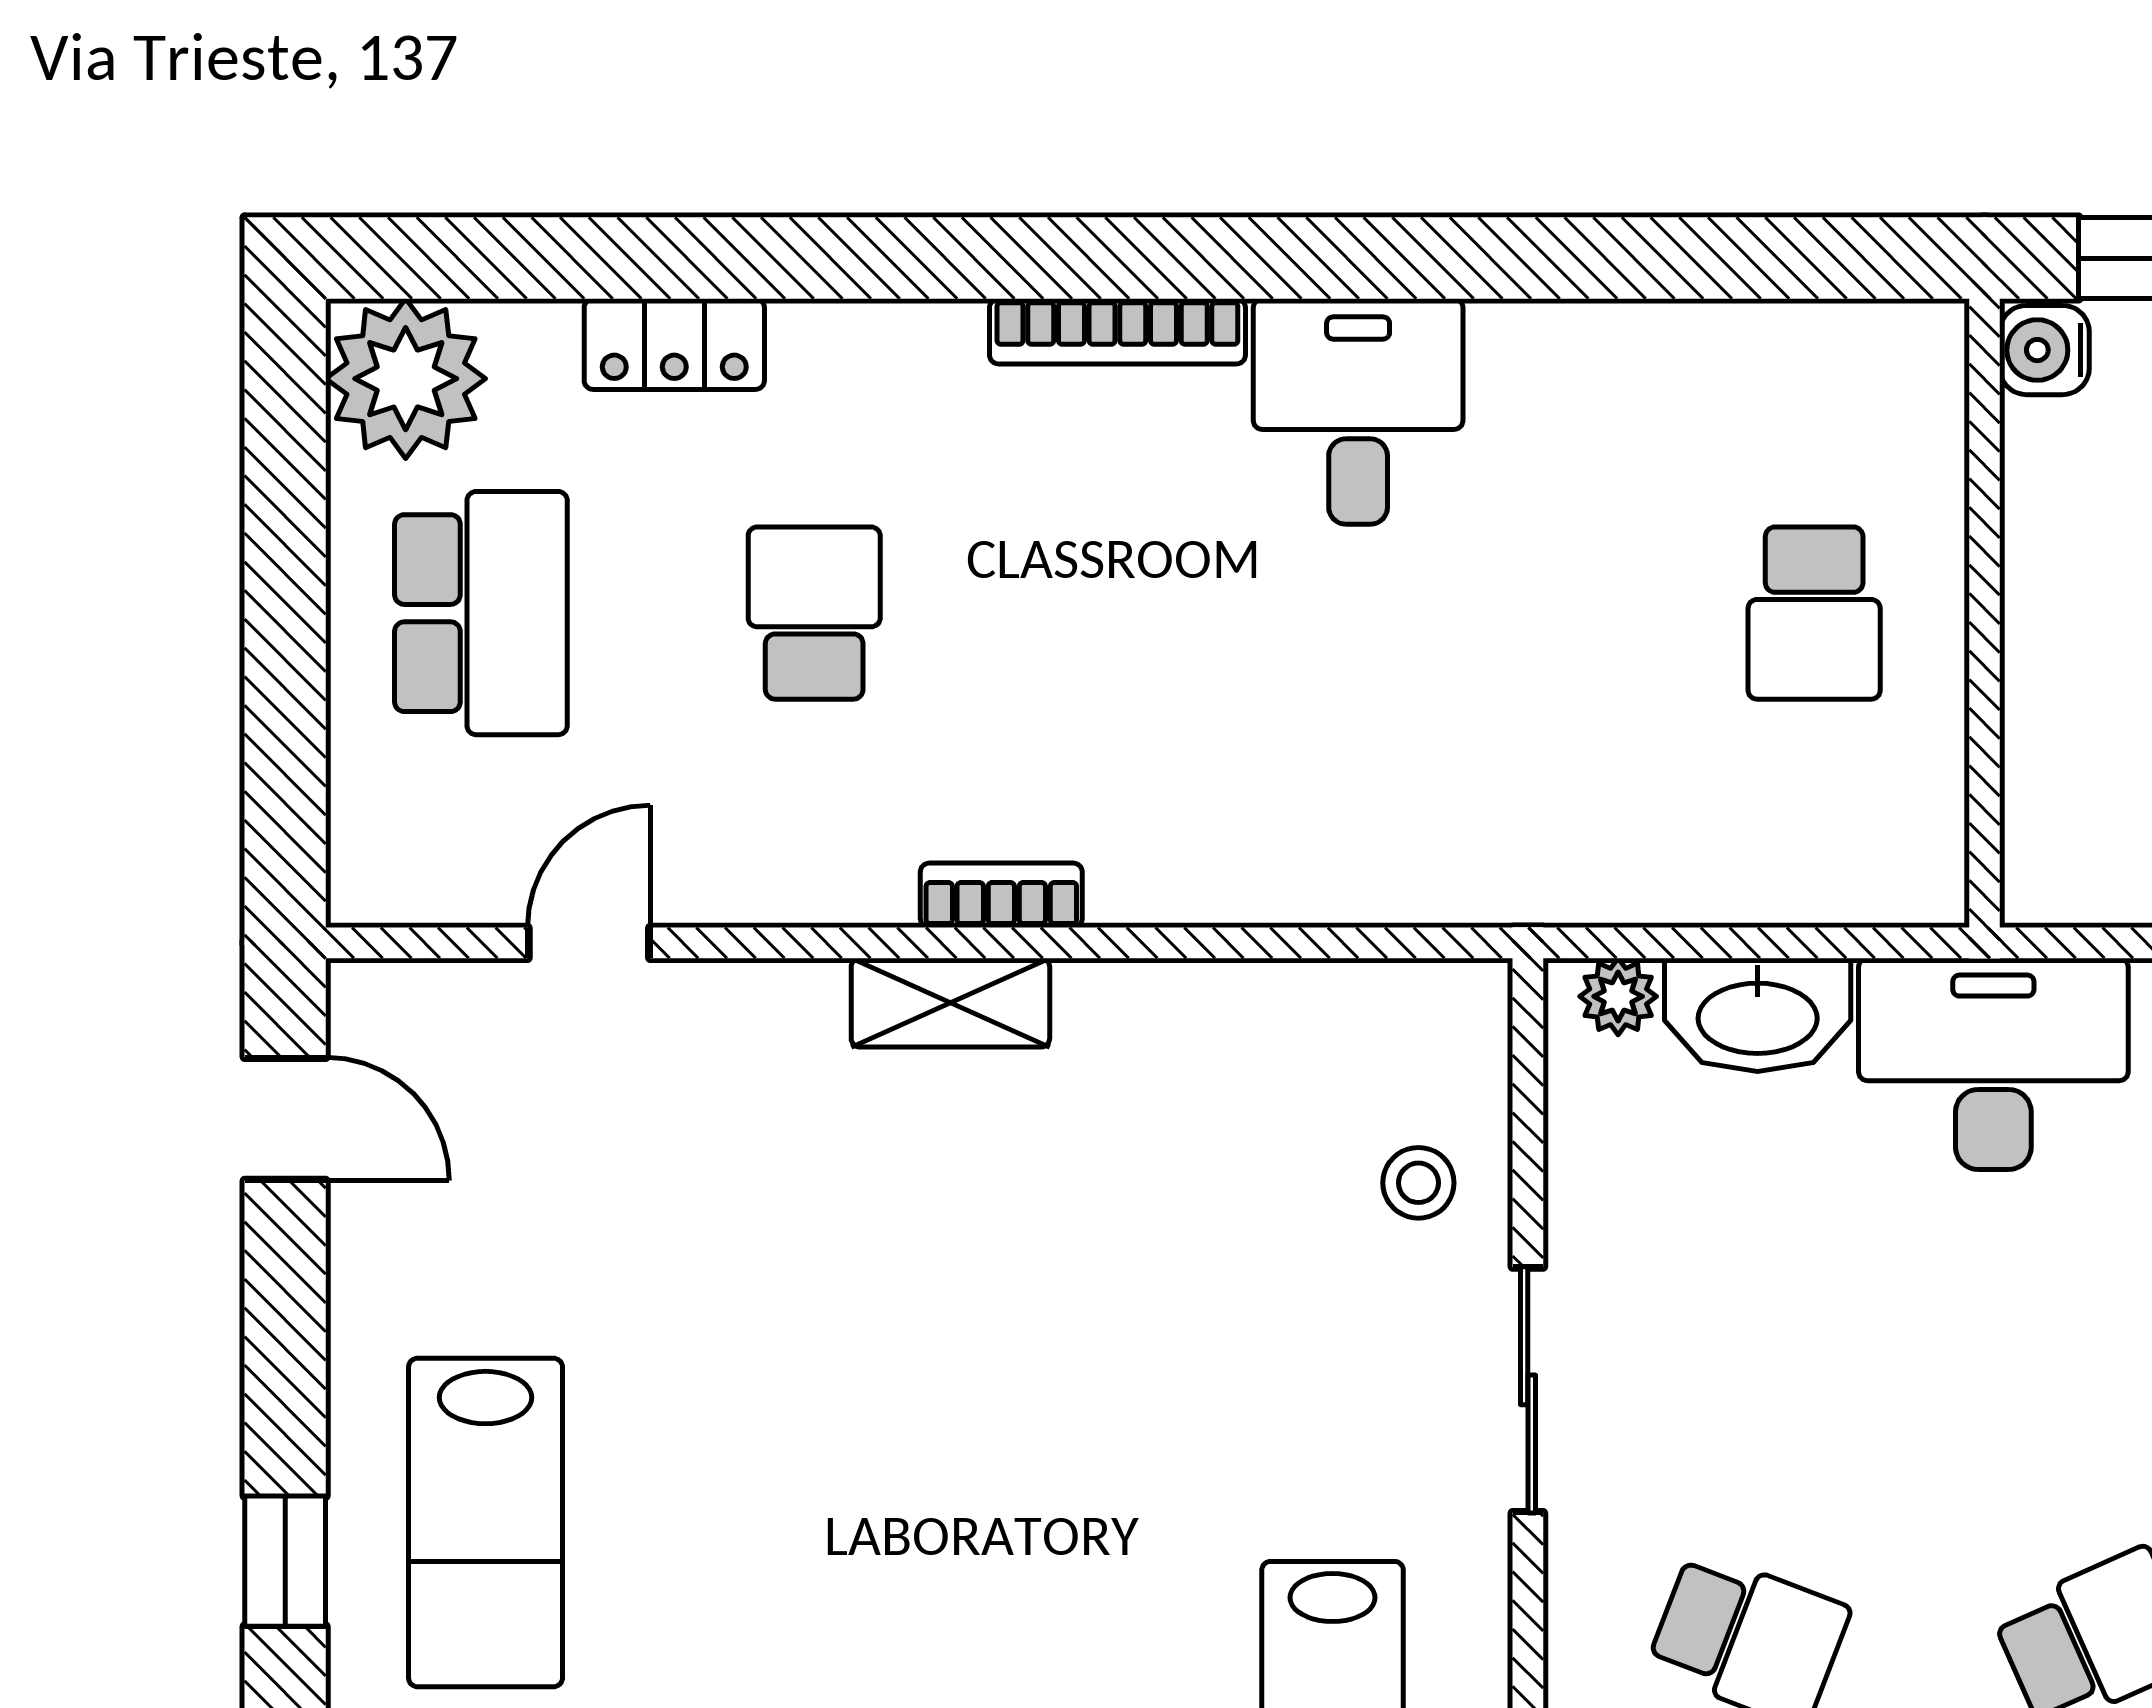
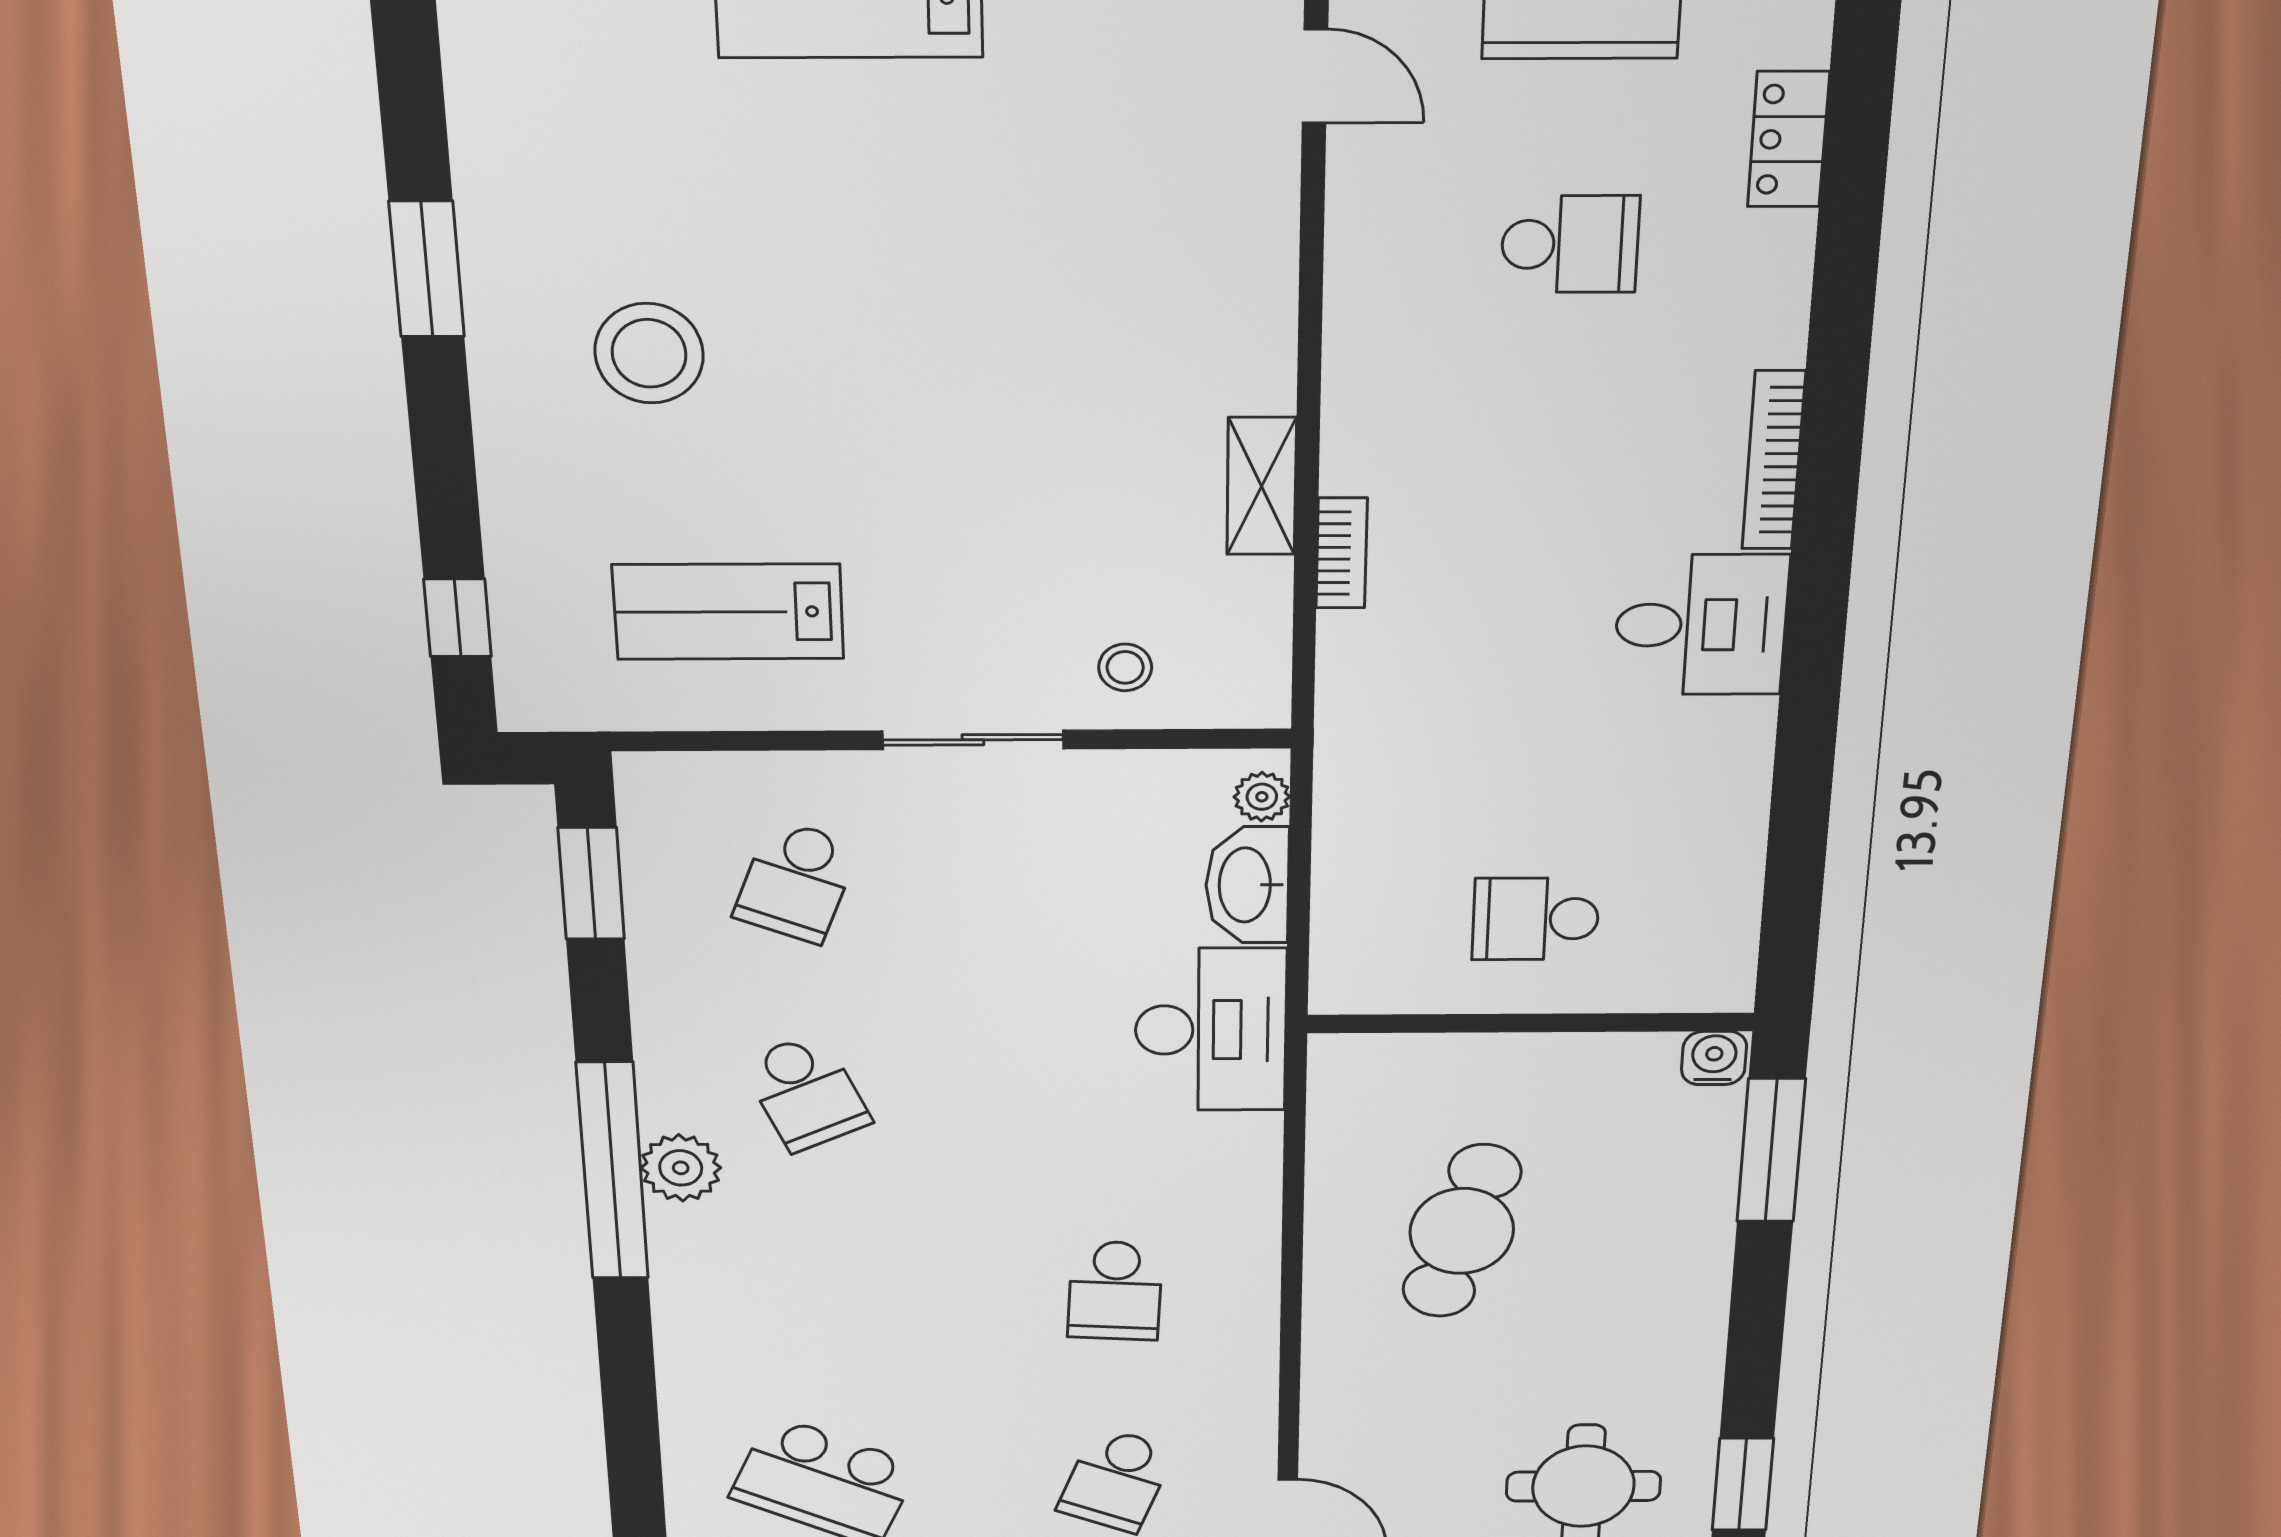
bookcase: (1001, 895) -> (1342, 553), moved
shelving: (950, 1003) -> (1262, 486), moved

